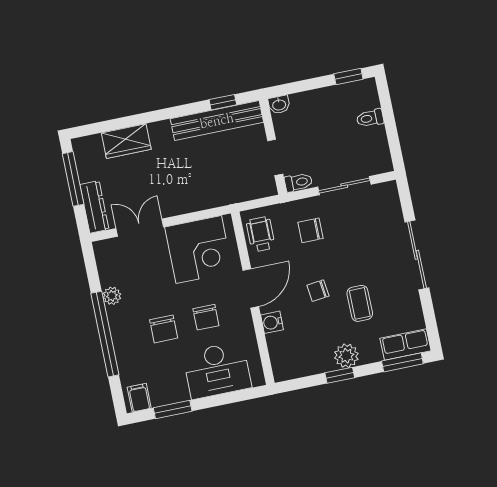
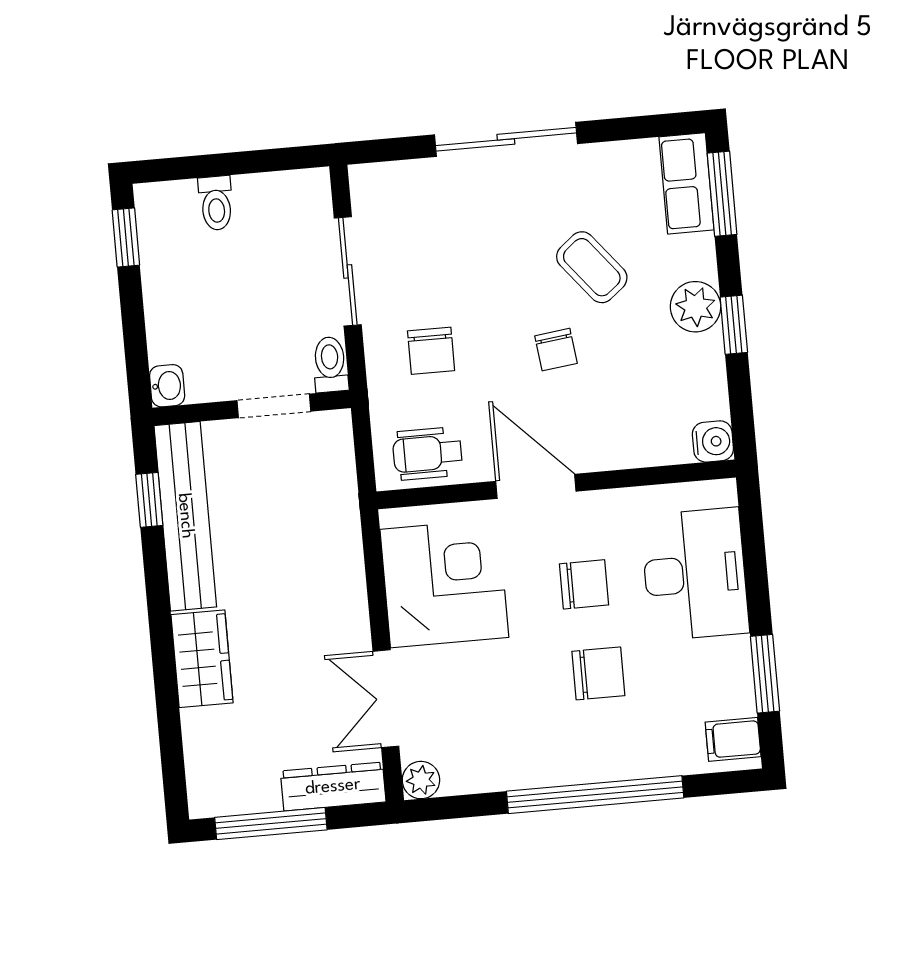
wardrobe: (126, 141) -> (202, 659), moved
plant: (112, 296) -> (421, 780), moved
coffee table: (360, 303) -> (592, 267), turned 51
water cooler: (272, 322) -> (713, 441), moved, turned -90

